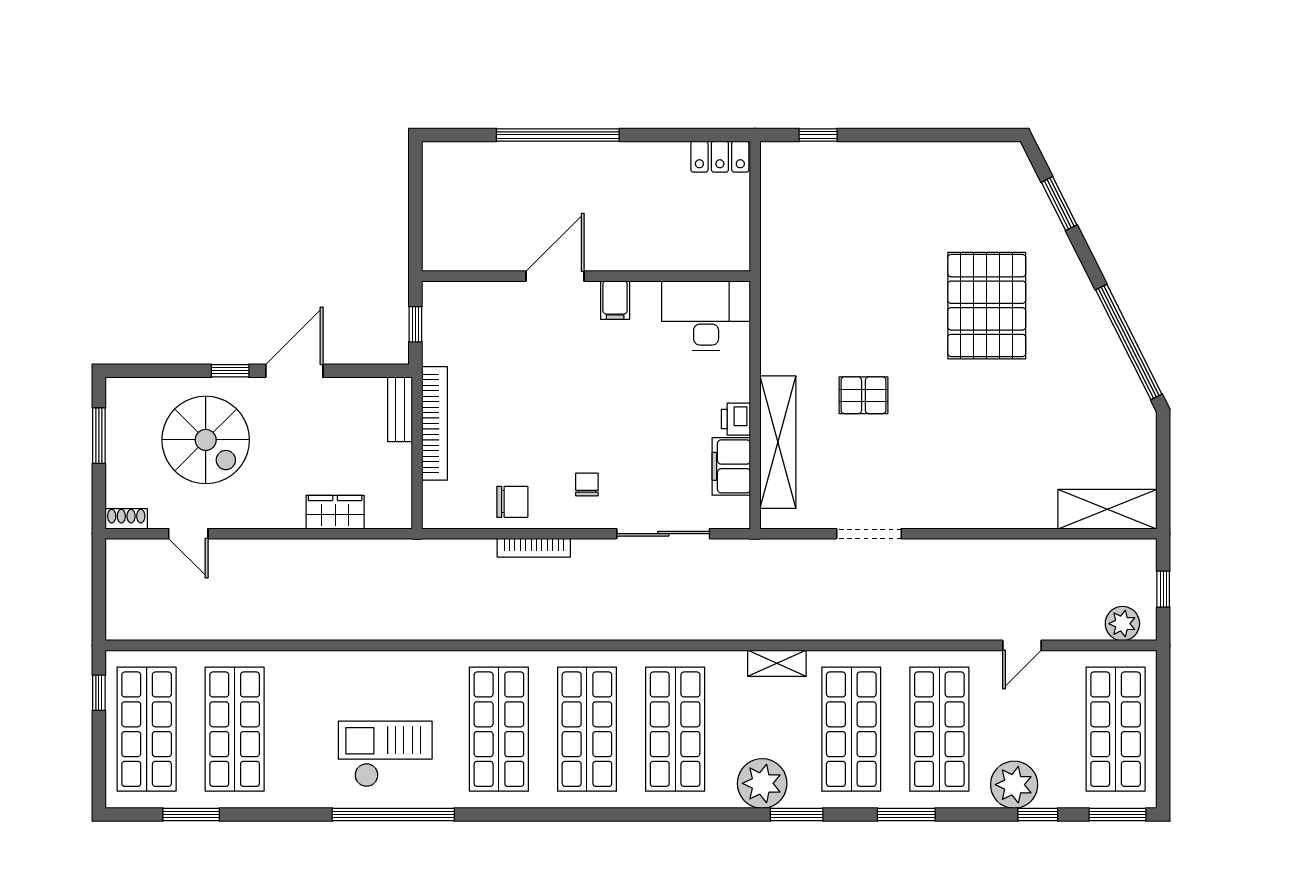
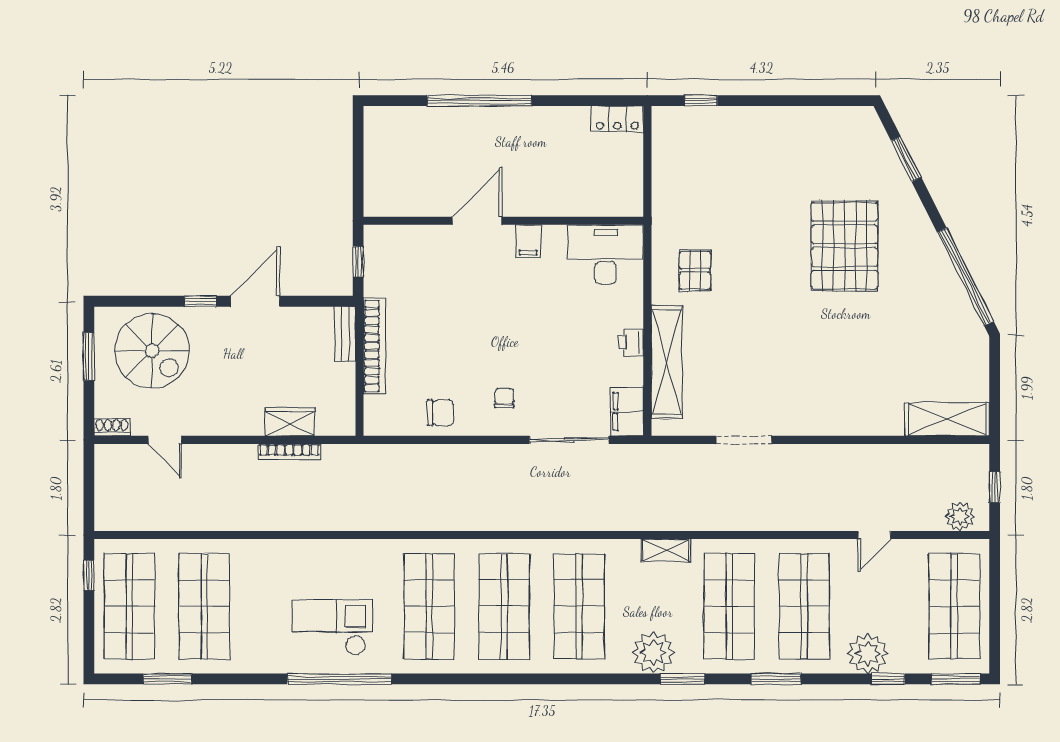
pallet: (863, 395) -> (695, 270), moved, turned 90
spiral stairs: (206, 440) -> (152, 351), moved
filing cabinet: (731, 466) -> (627, 411), moved
bookcase: (534, 548) -> (289, 452), moved

